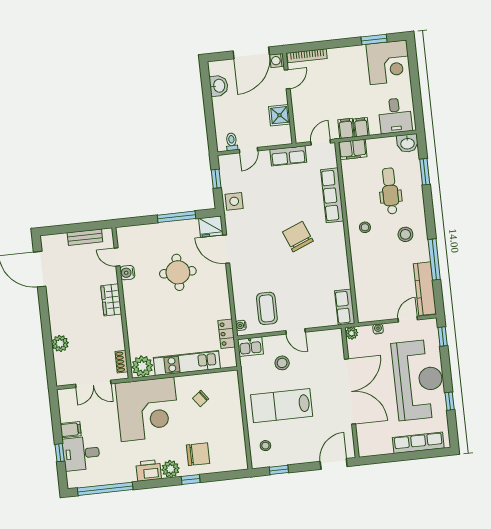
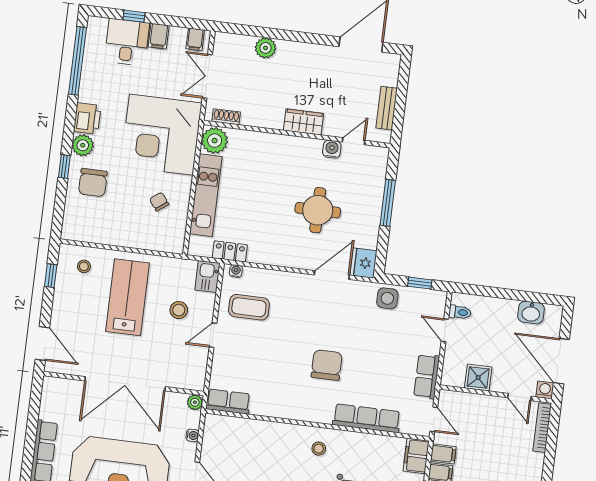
window: (176, 217) -> (388, 203), moved
chair: (298, 237) -> (327, 365), turned -68
filing cabinet: (66, 400) -> (195, 39), added

